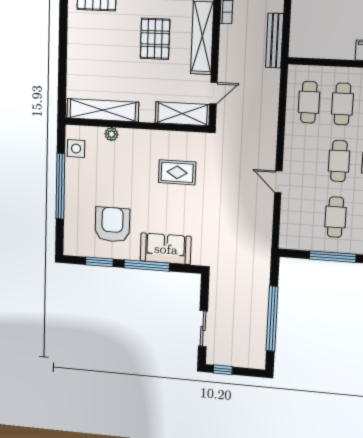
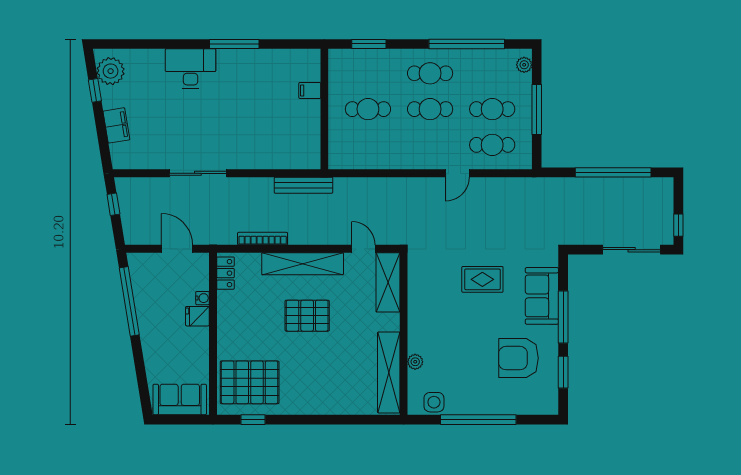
cafe table: (309, 102) -> (492, 145), moved
rug: (177, 172) -> (482, 279), moved, turned 90
sliding door: (203, 329) -> (632, 250), width x1.37

